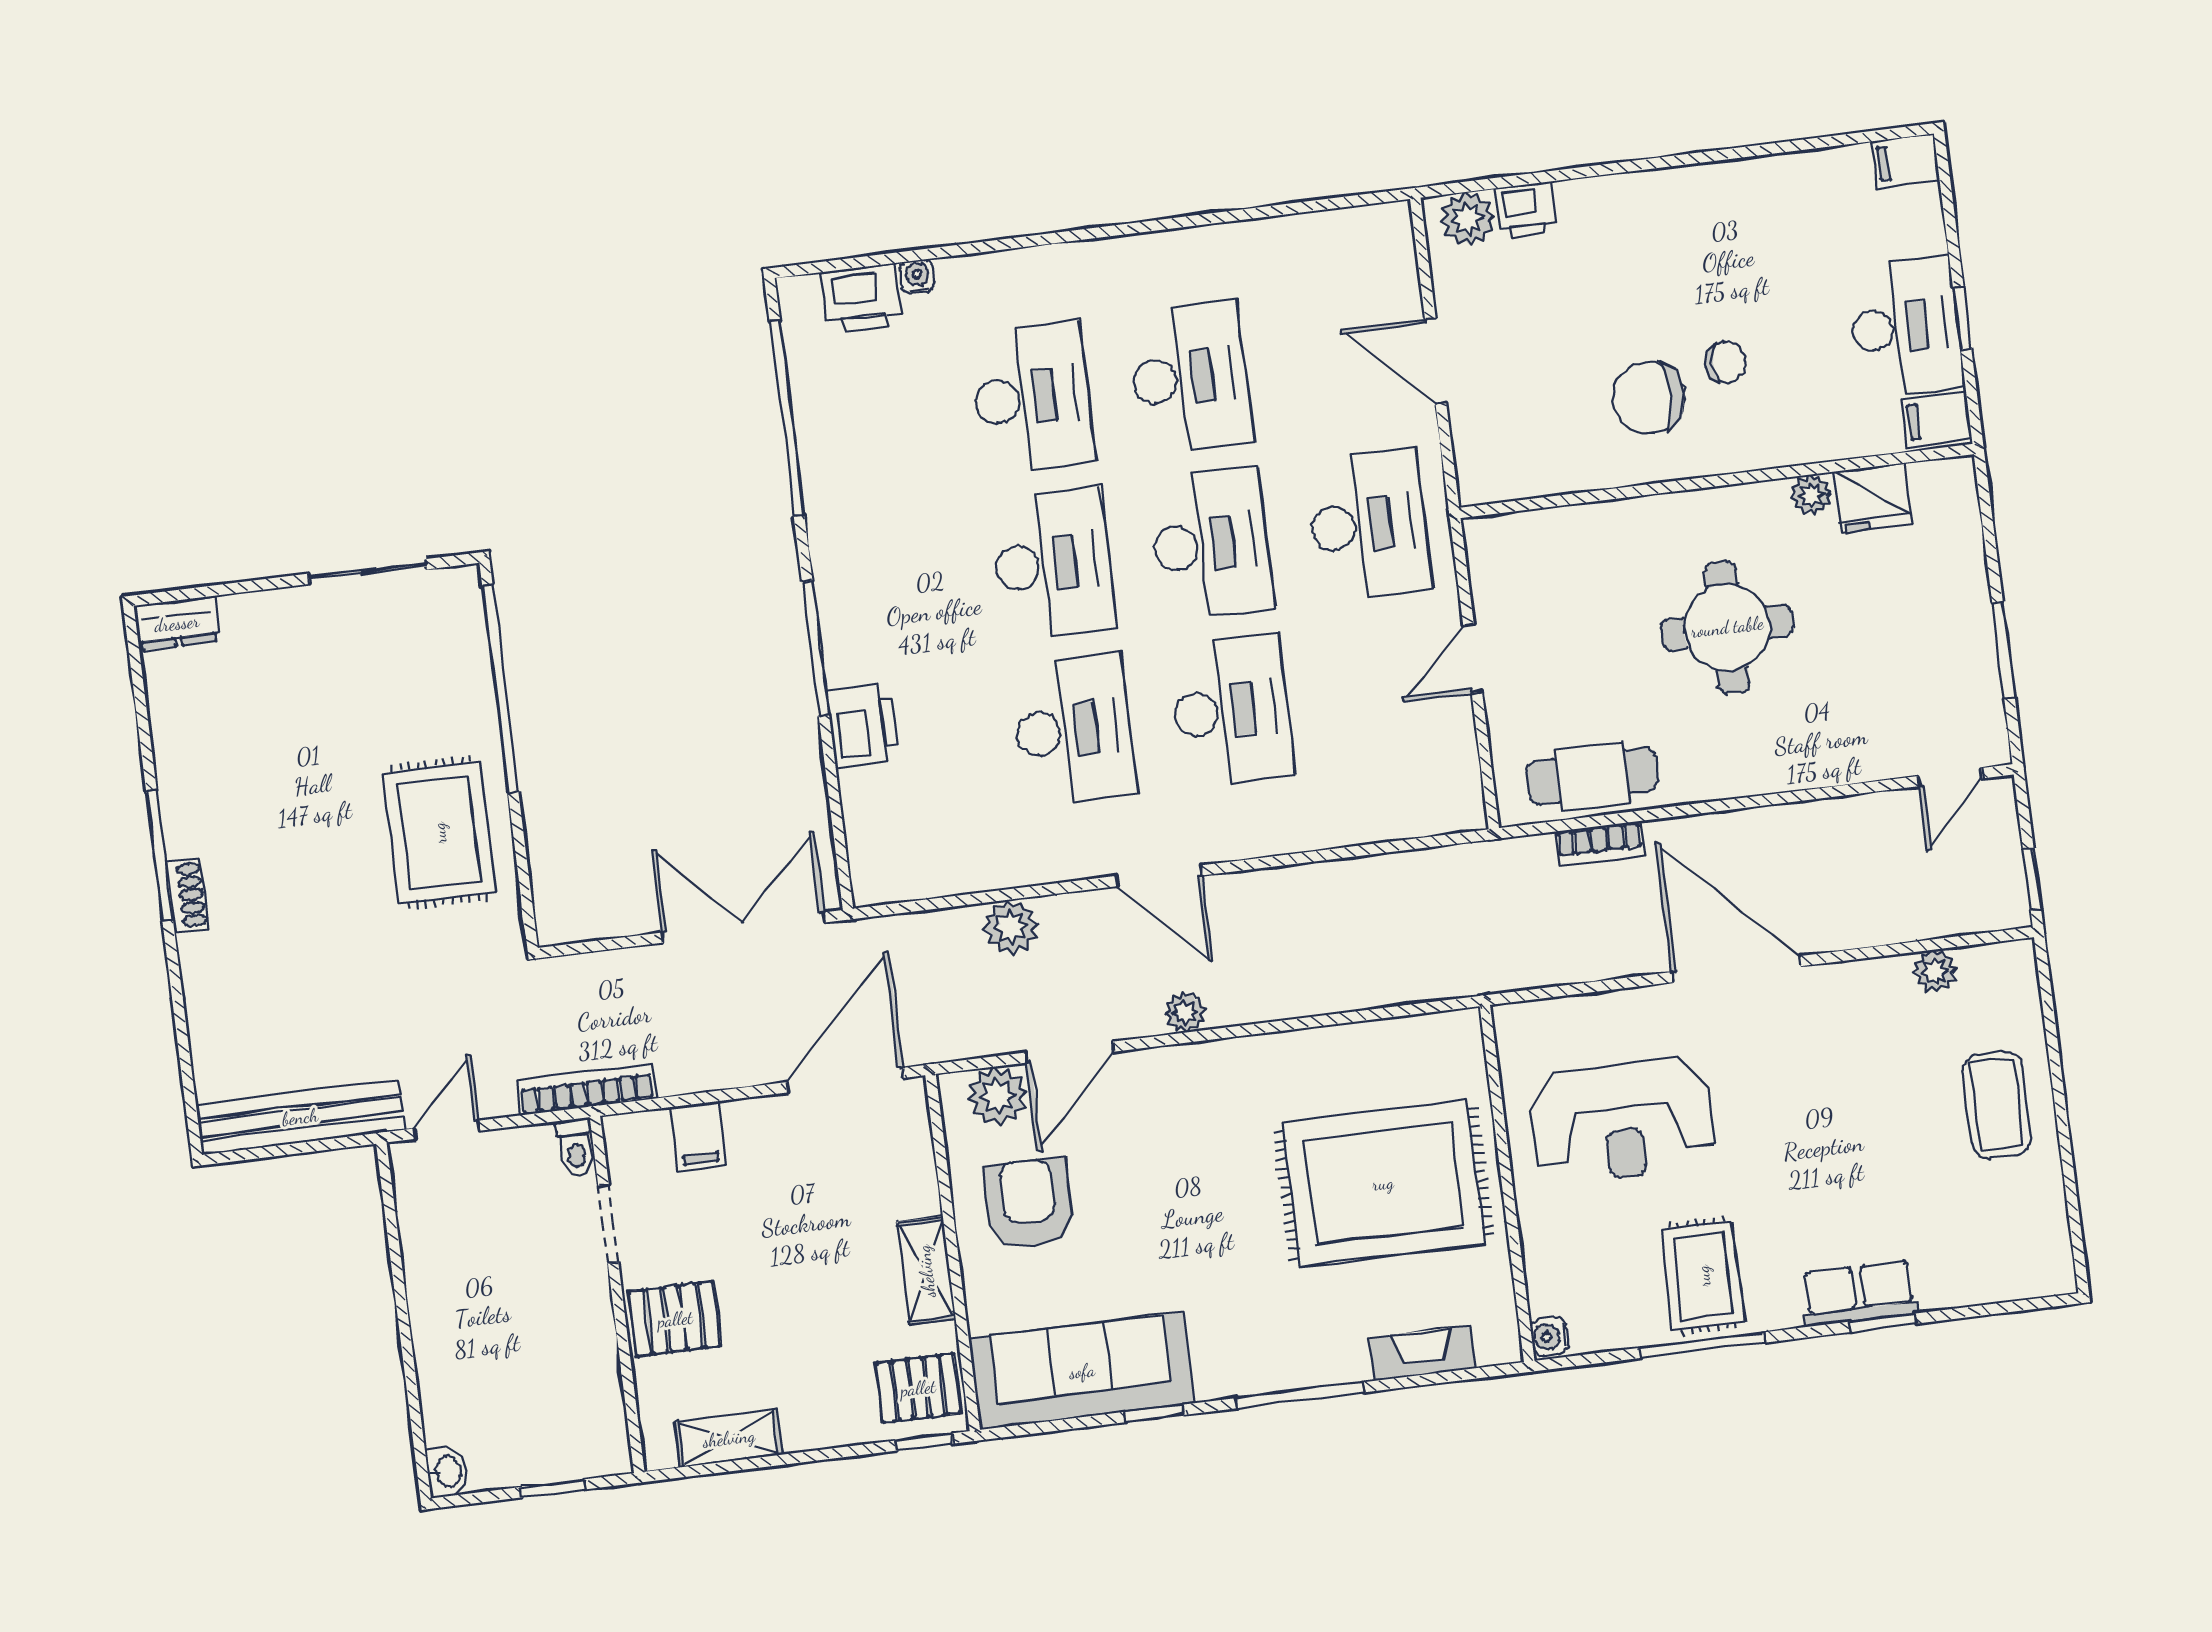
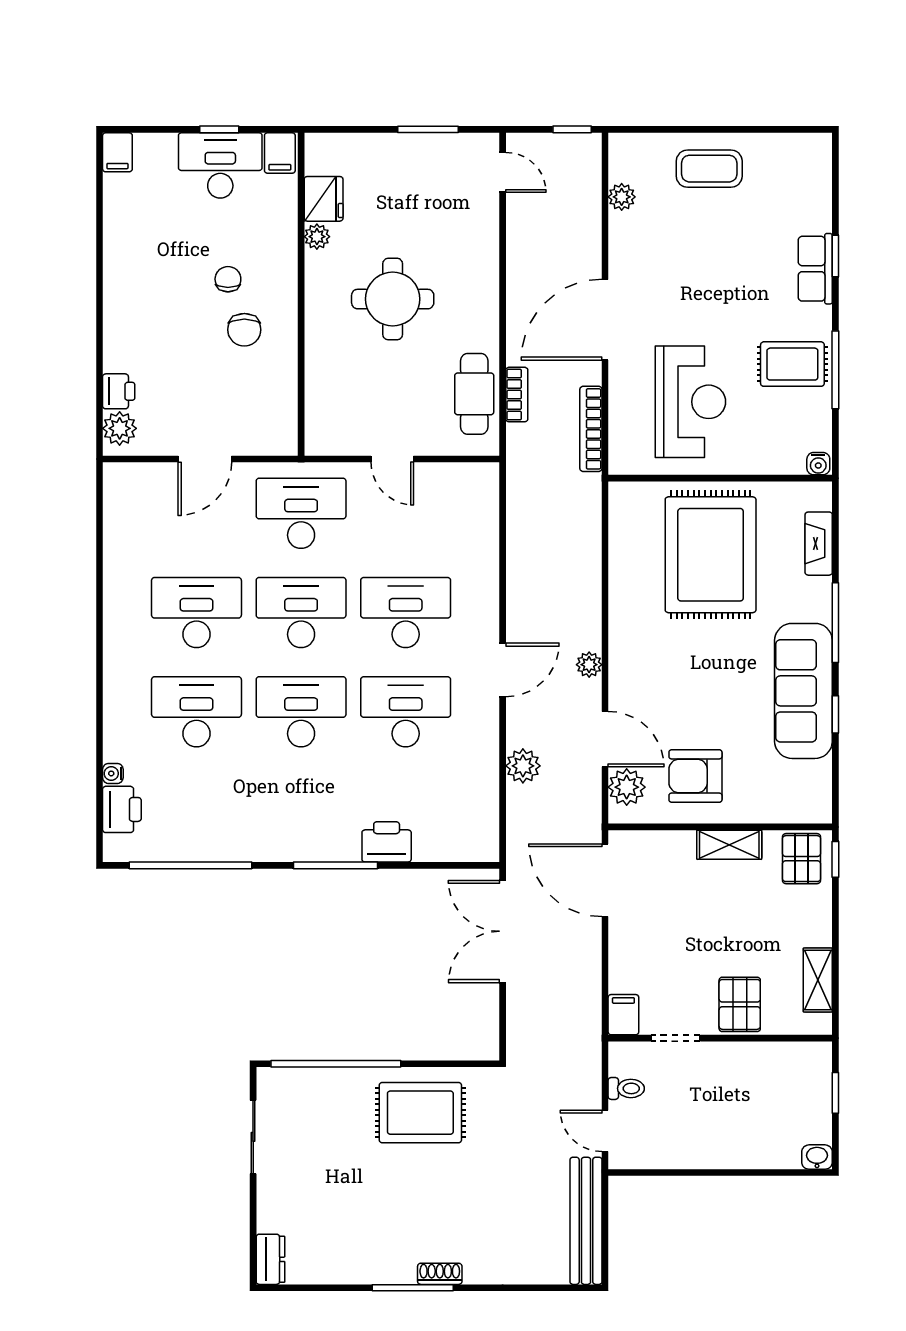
chair: (1649, 398) -> (244, 330), width x0.73, depth x0.73
bookcase: (586, 1090) -> (591, 429), moved
filing cabinet: (698, 1136) -> (623, 1015), moved, turned -90
toilet: (576, 1148) -> (626, 1088), moved
sofa: (1082, 1371) -> (803, 691), moved

